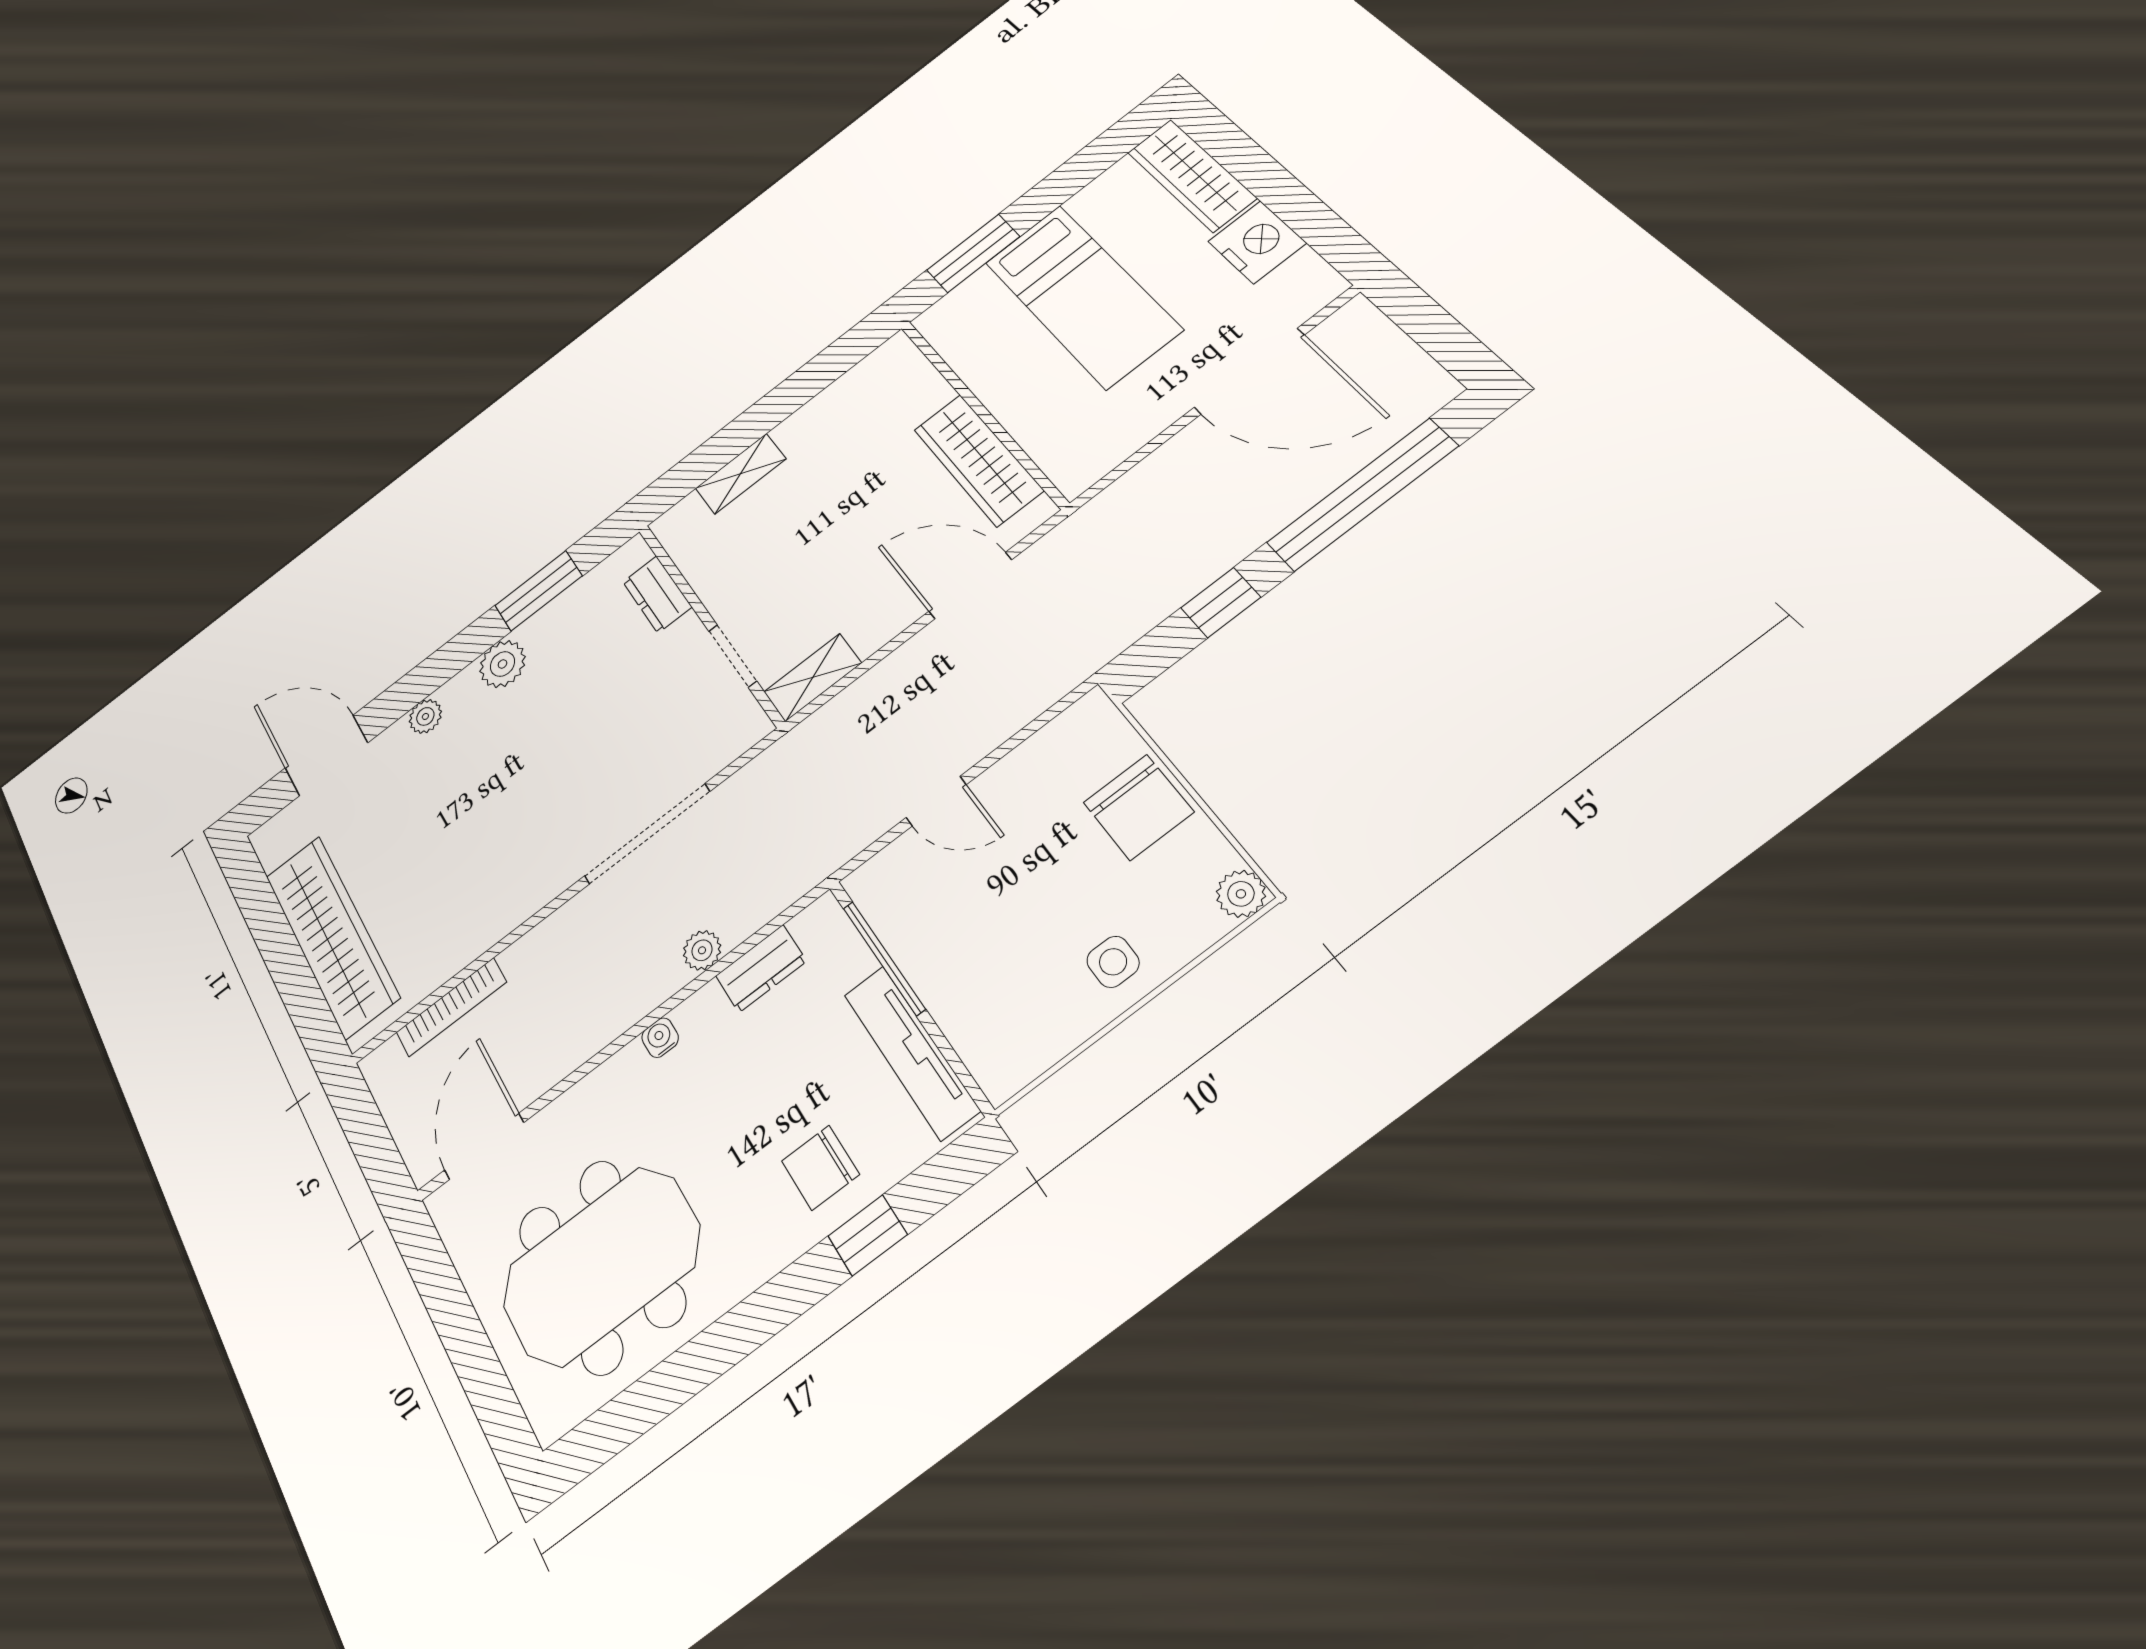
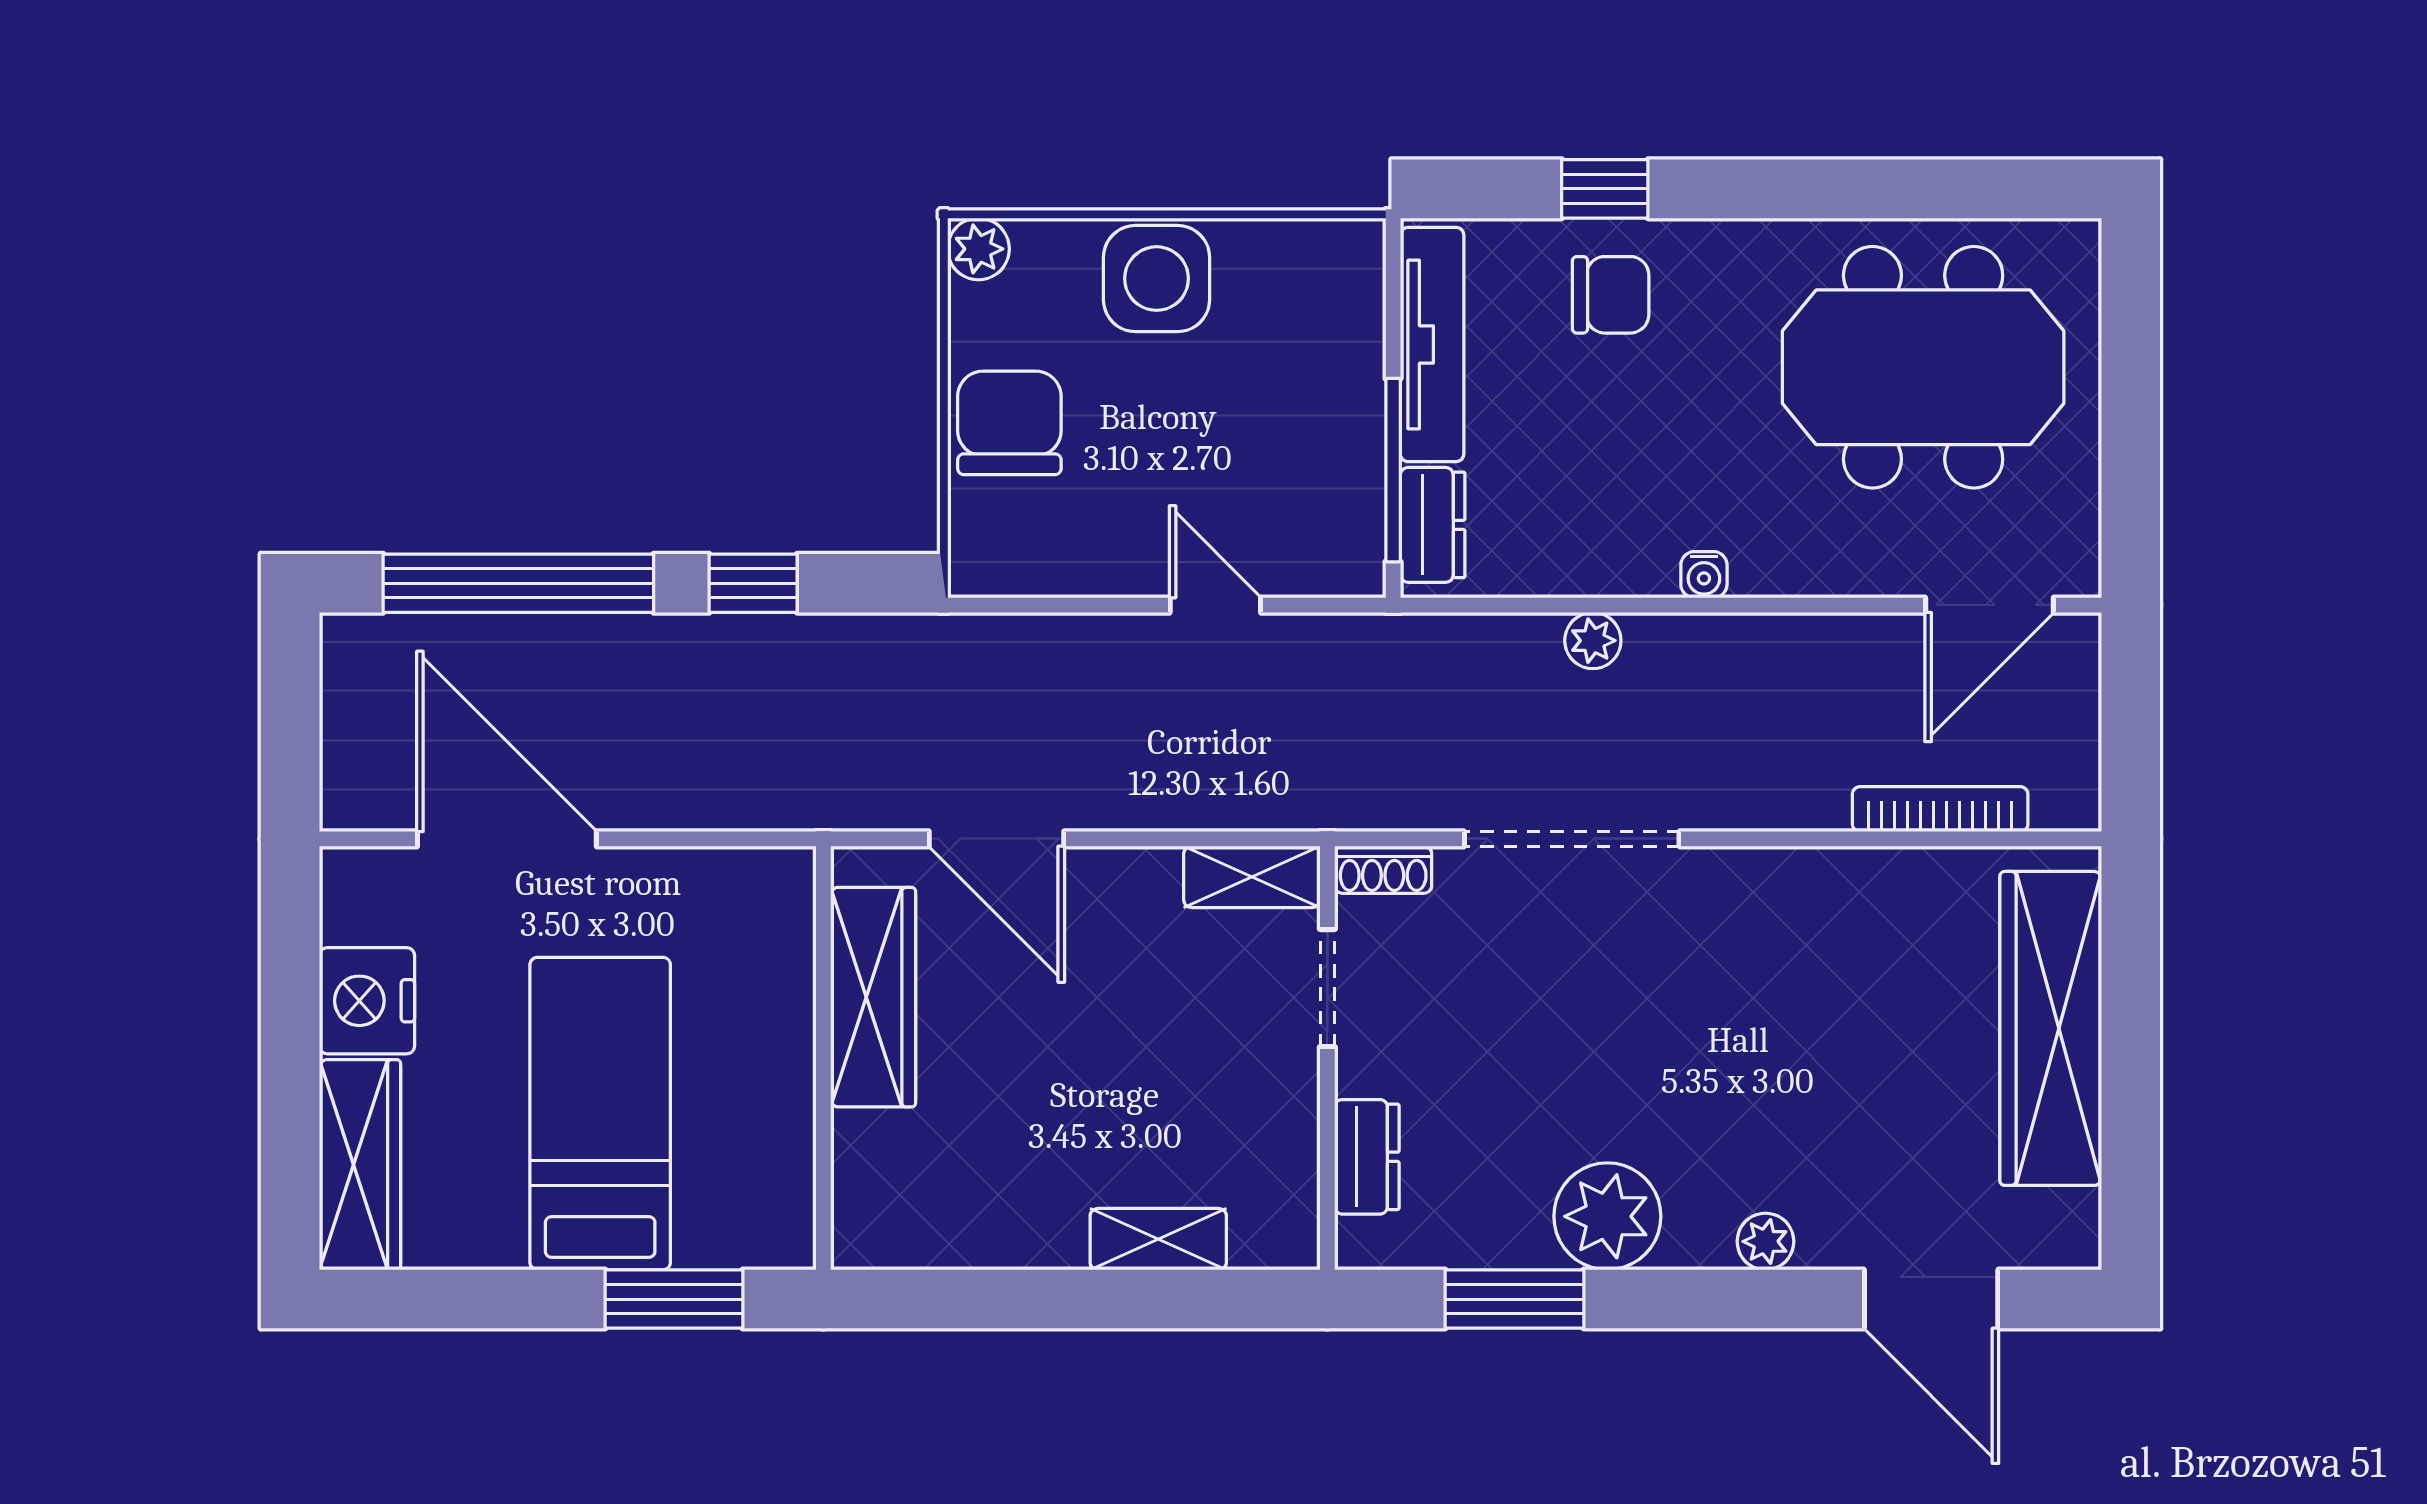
plant: (502, 664) -> (1607, 1216), width x1.36, depth x1.36
shoe rack: (742, 737) -> (1383, 870), added
side table: (1113, 962) -> (1157, 279), width x1.87, depth x1.87
dresser: (761, 968) -> (1433, 525), moved, turned 90

